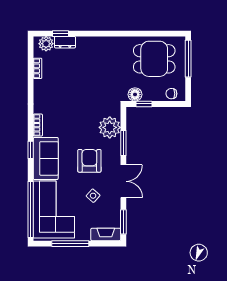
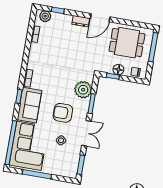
door: (115, 34) -> (100, 18), added
dresser: (65, 42) -> (81, 21), moved
floor lamp: (135, 94) -> (118, 70), moved
armchair: (89, 161) -> (63, 113), turned -90
fireplace: (106, 234) -> (66, 172), removed

